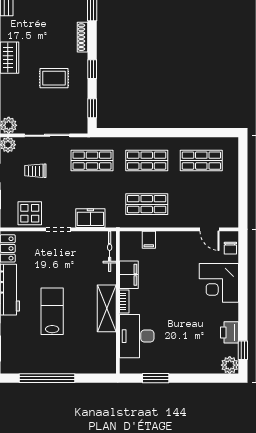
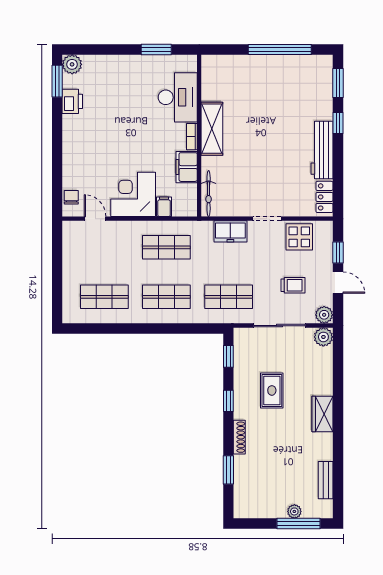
rug: (54, 78) -> (272, 390), turned 90
corner desk: (219, 283) -> (133, 194), moved, turned -90
lab bench: (52, 311) -> (274, 125), removed
window: (243, 350) -> (57, 81), width x1.50

